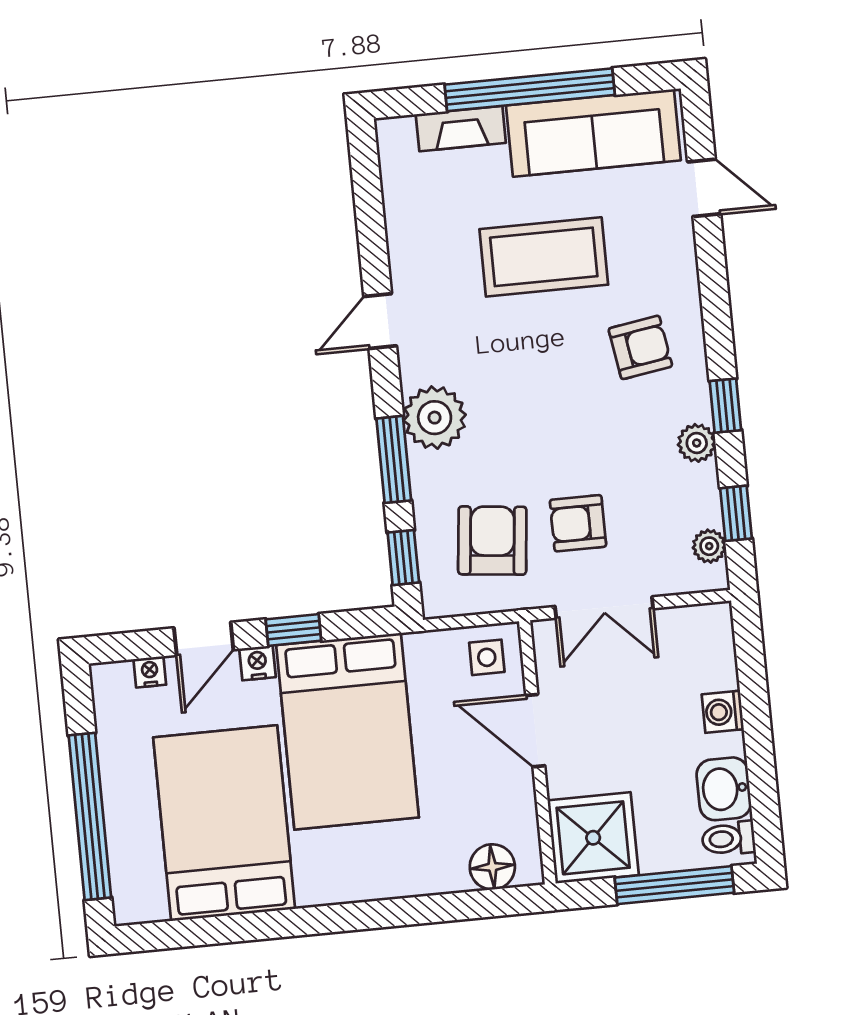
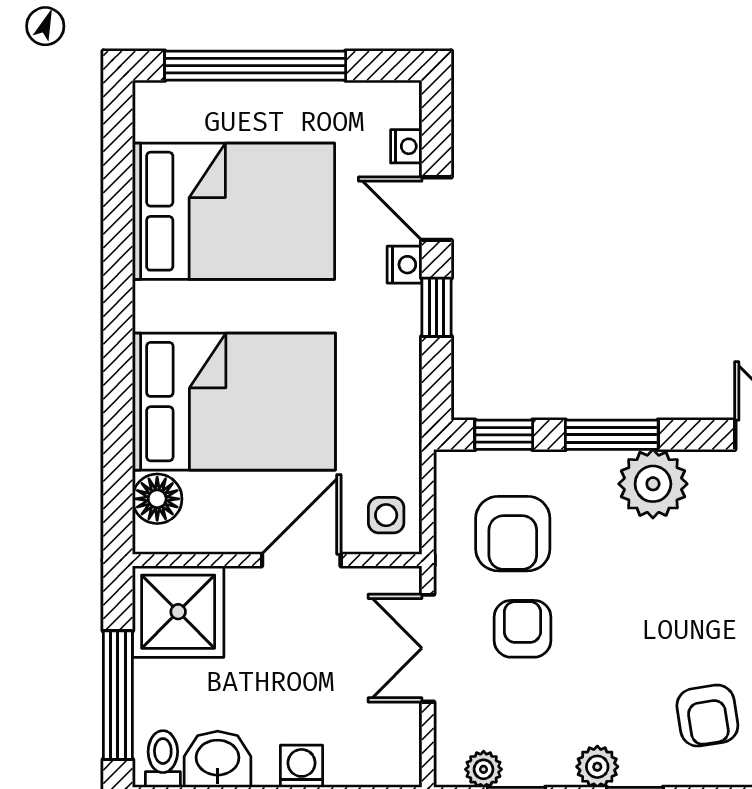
armchair: (492, 541) -> (513, 534), turned 84
bed: (348, 731) -> (234, 402), moved, turned 180

